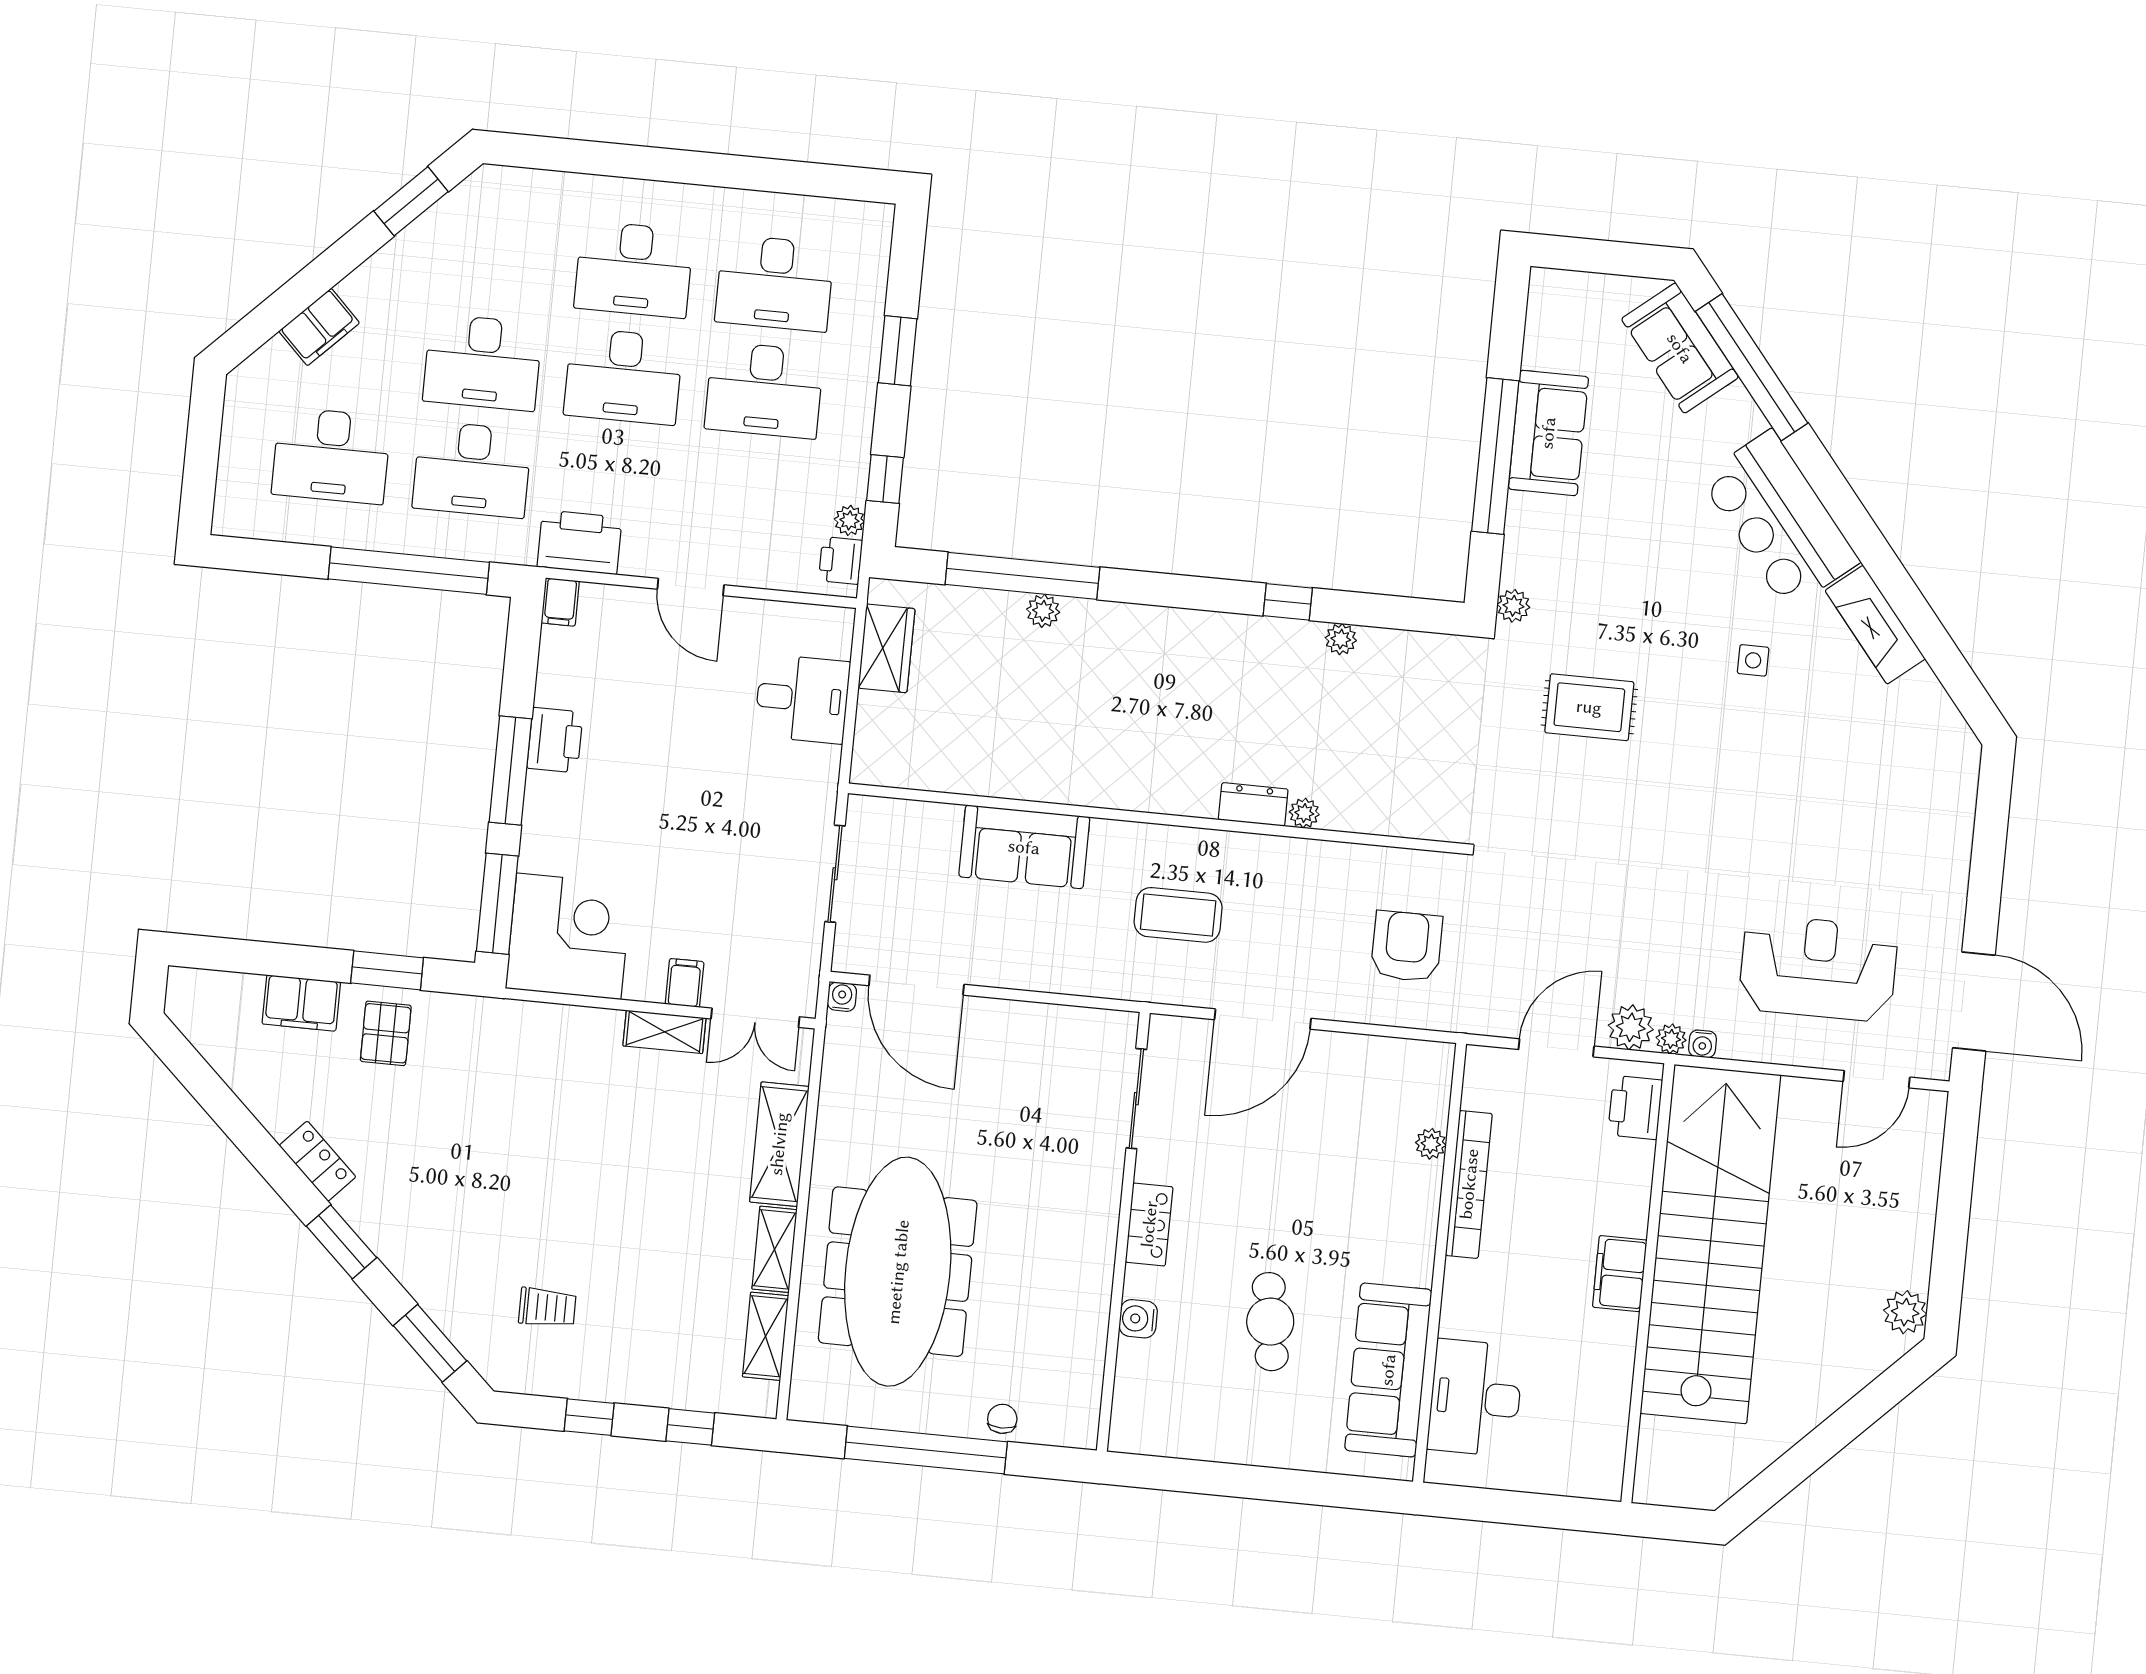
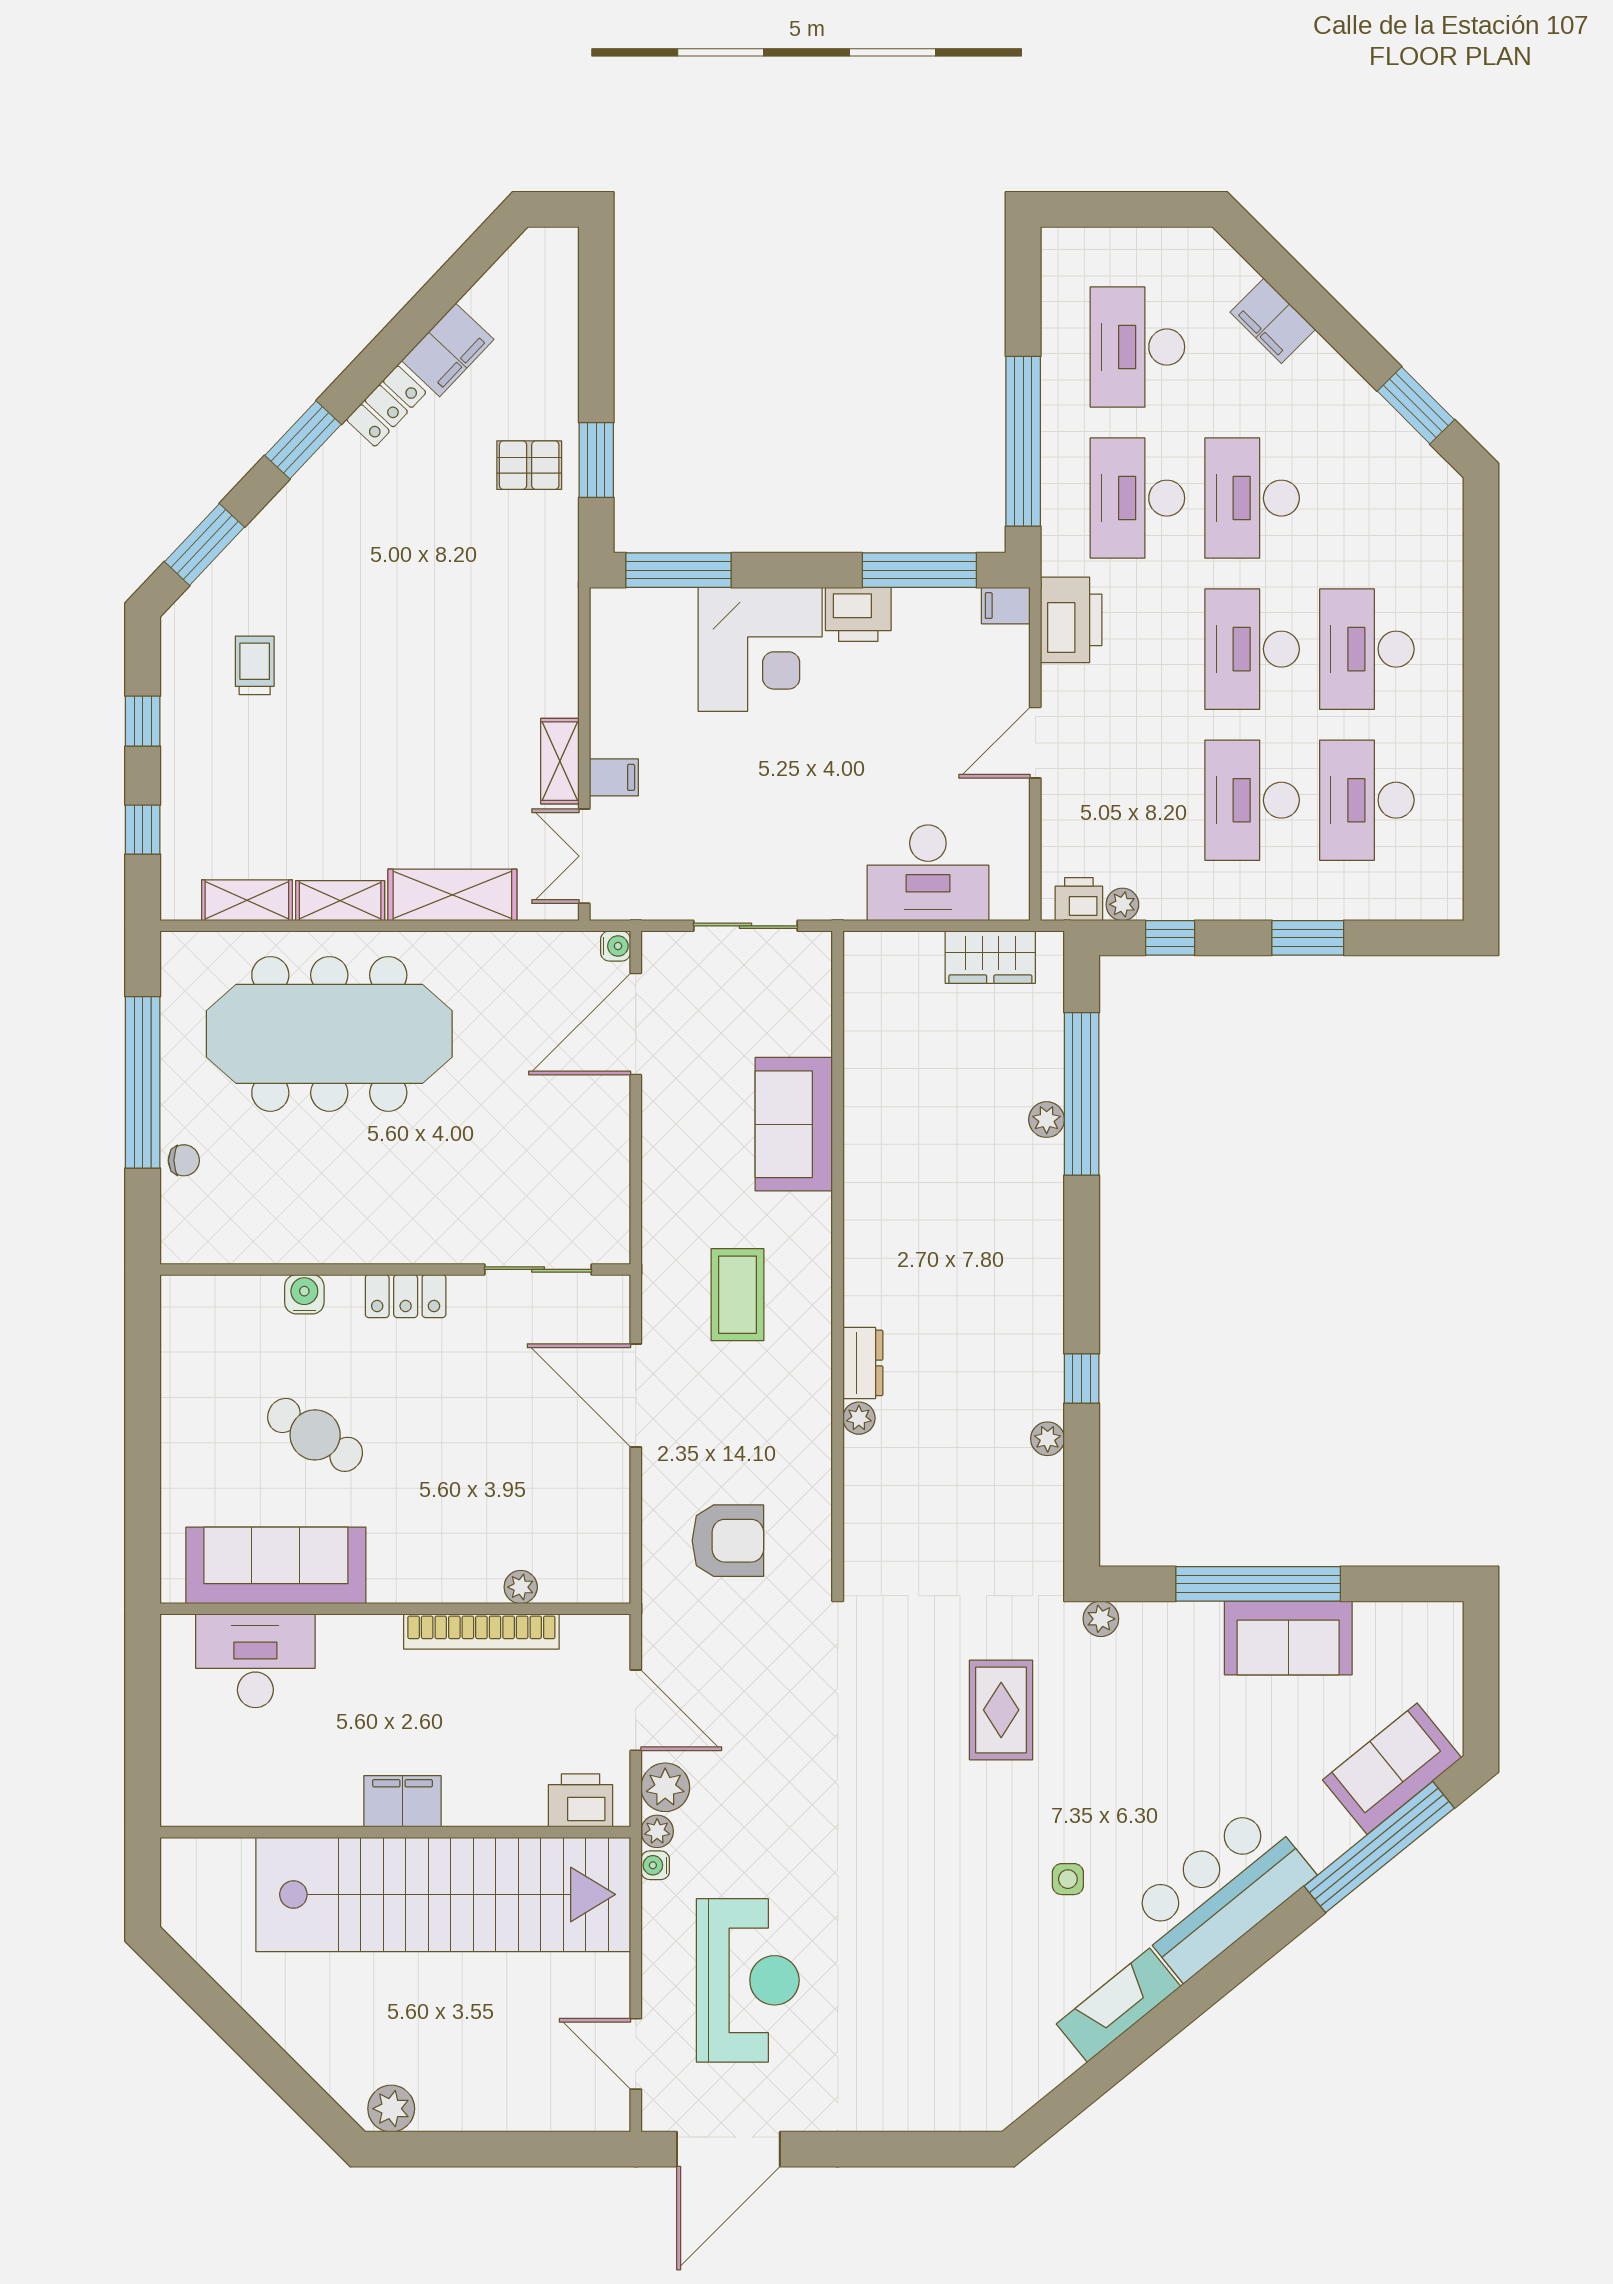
desk: (802, 699) -> (928, 873), width x1.37
window: (510, 771) -> (919, 570), moved
corner desk: (569, 936) -> (760, 649), moved
filing cabinet: (301, 1003) -> (448, 350), moved, turned -137
trolley: (547, 1308) -> (255, 665), turned 180
cafe table: (1270, 1322) -> (315, 1435), turned 40

